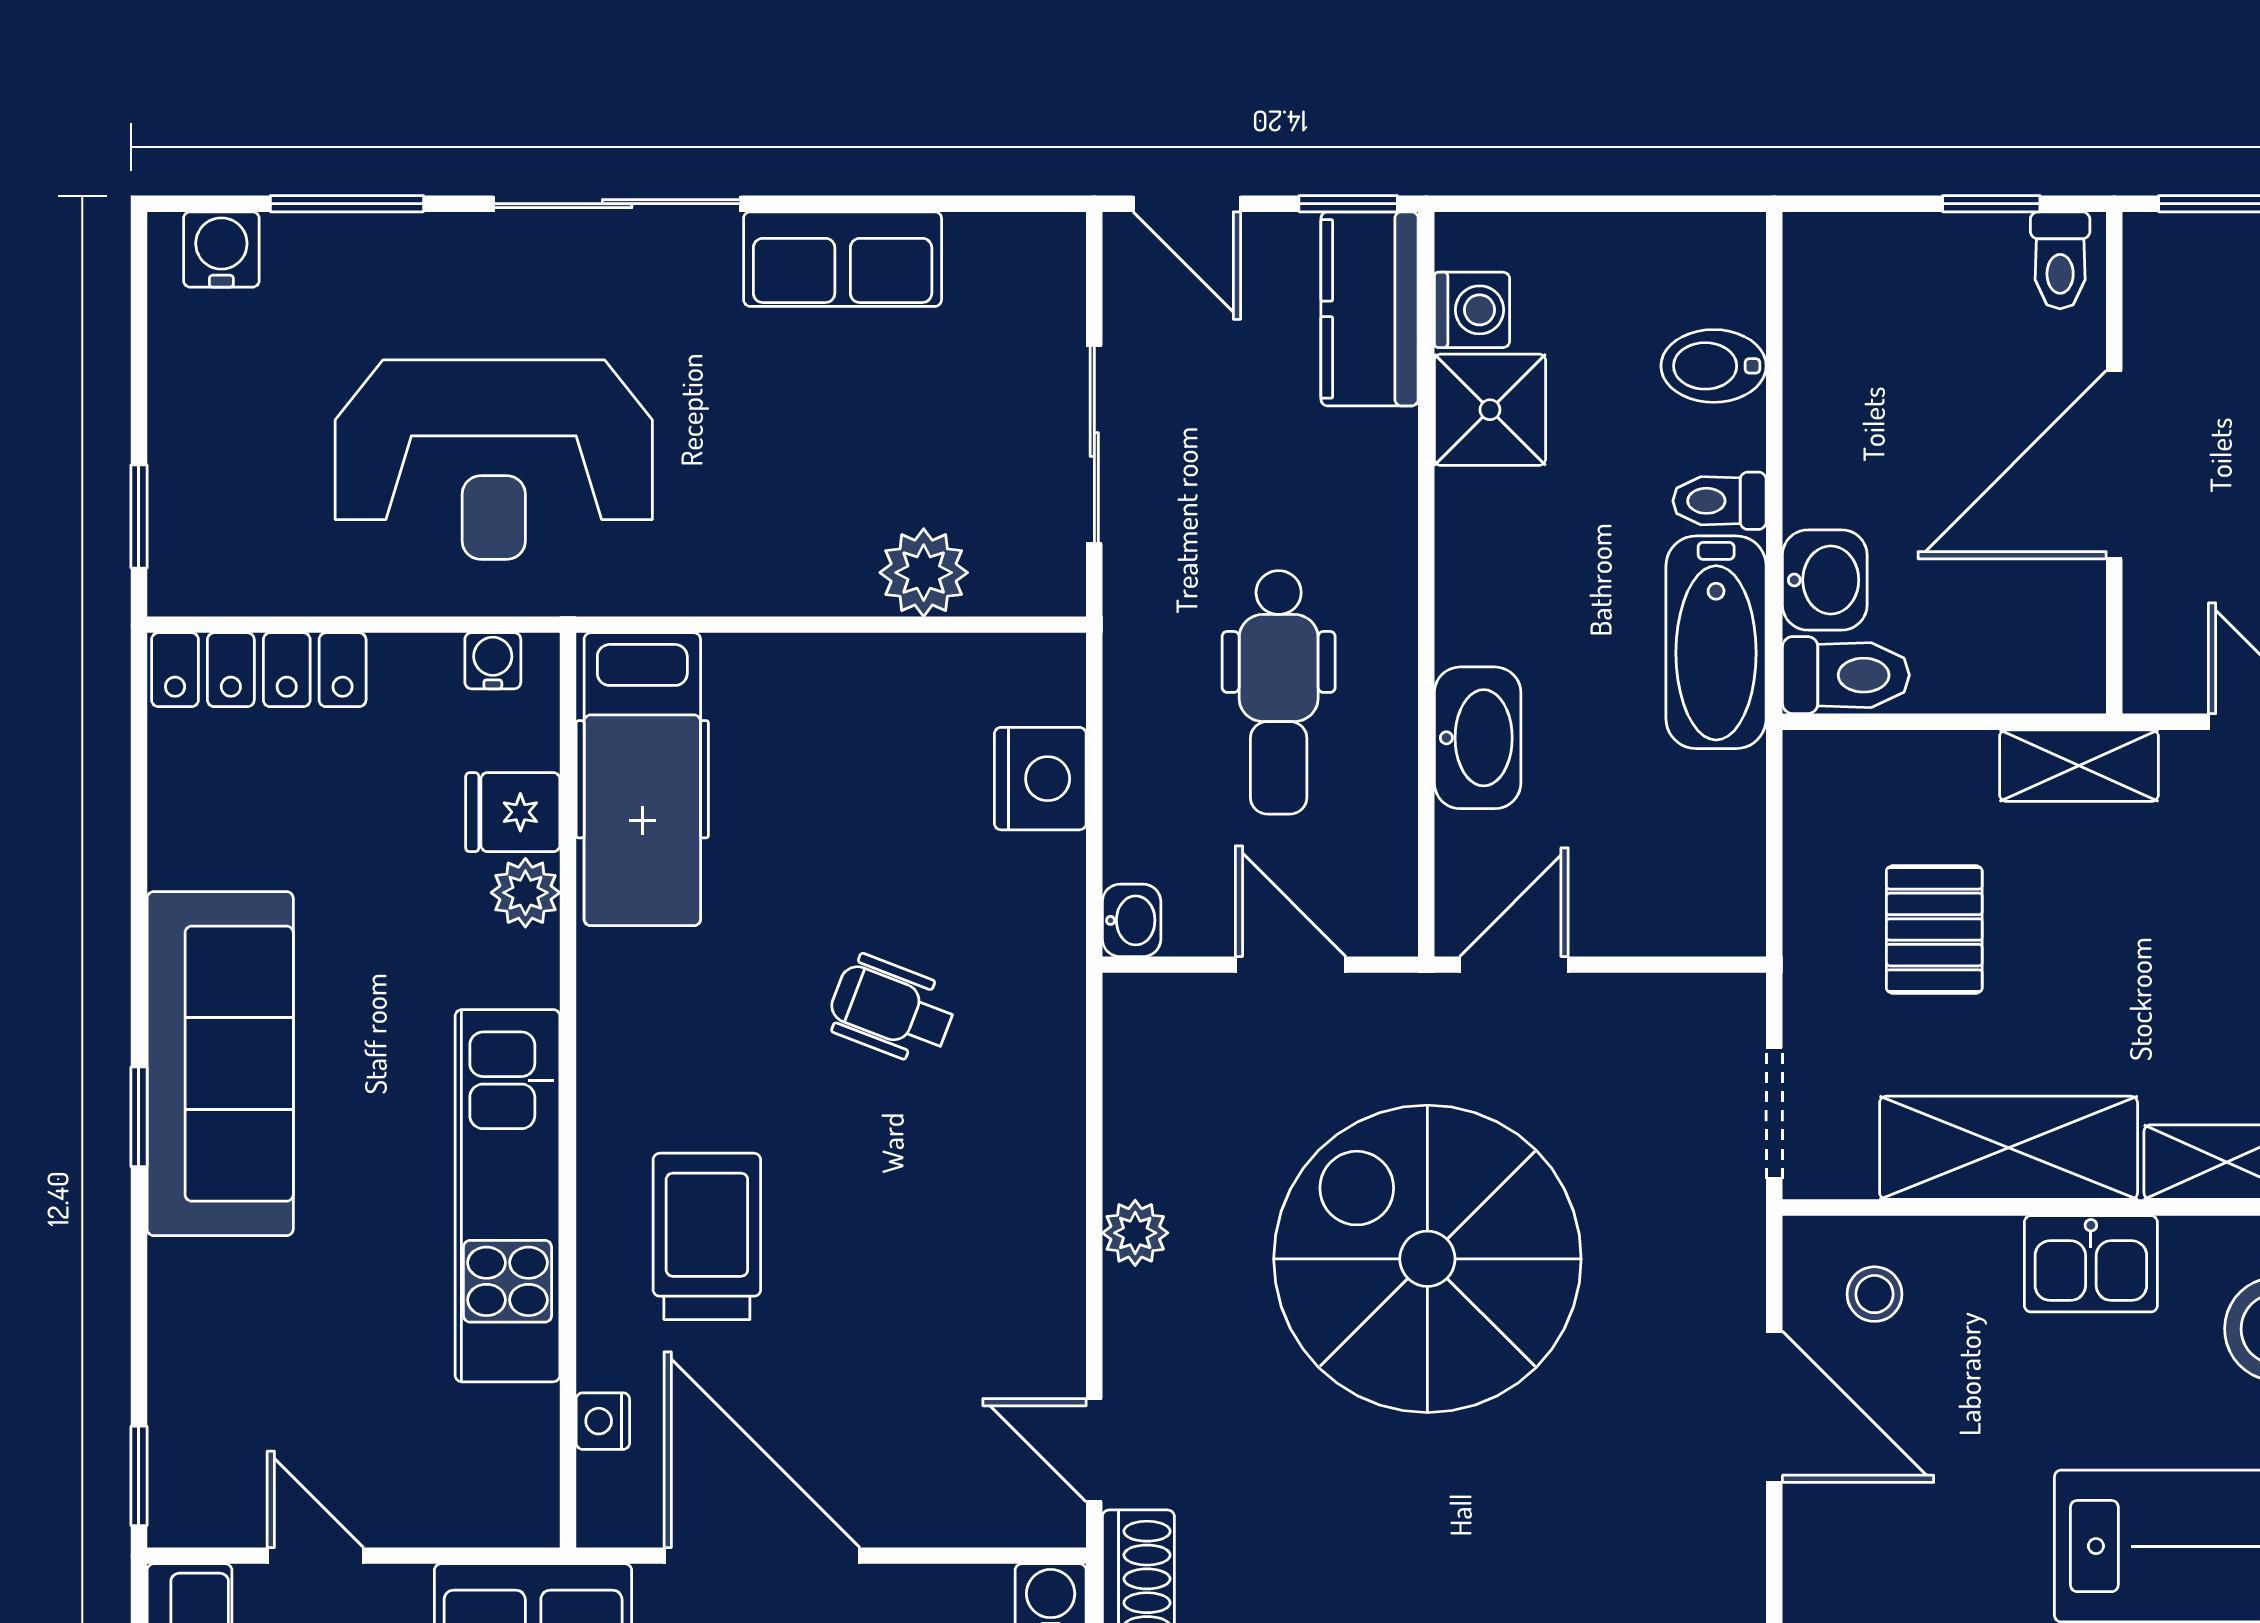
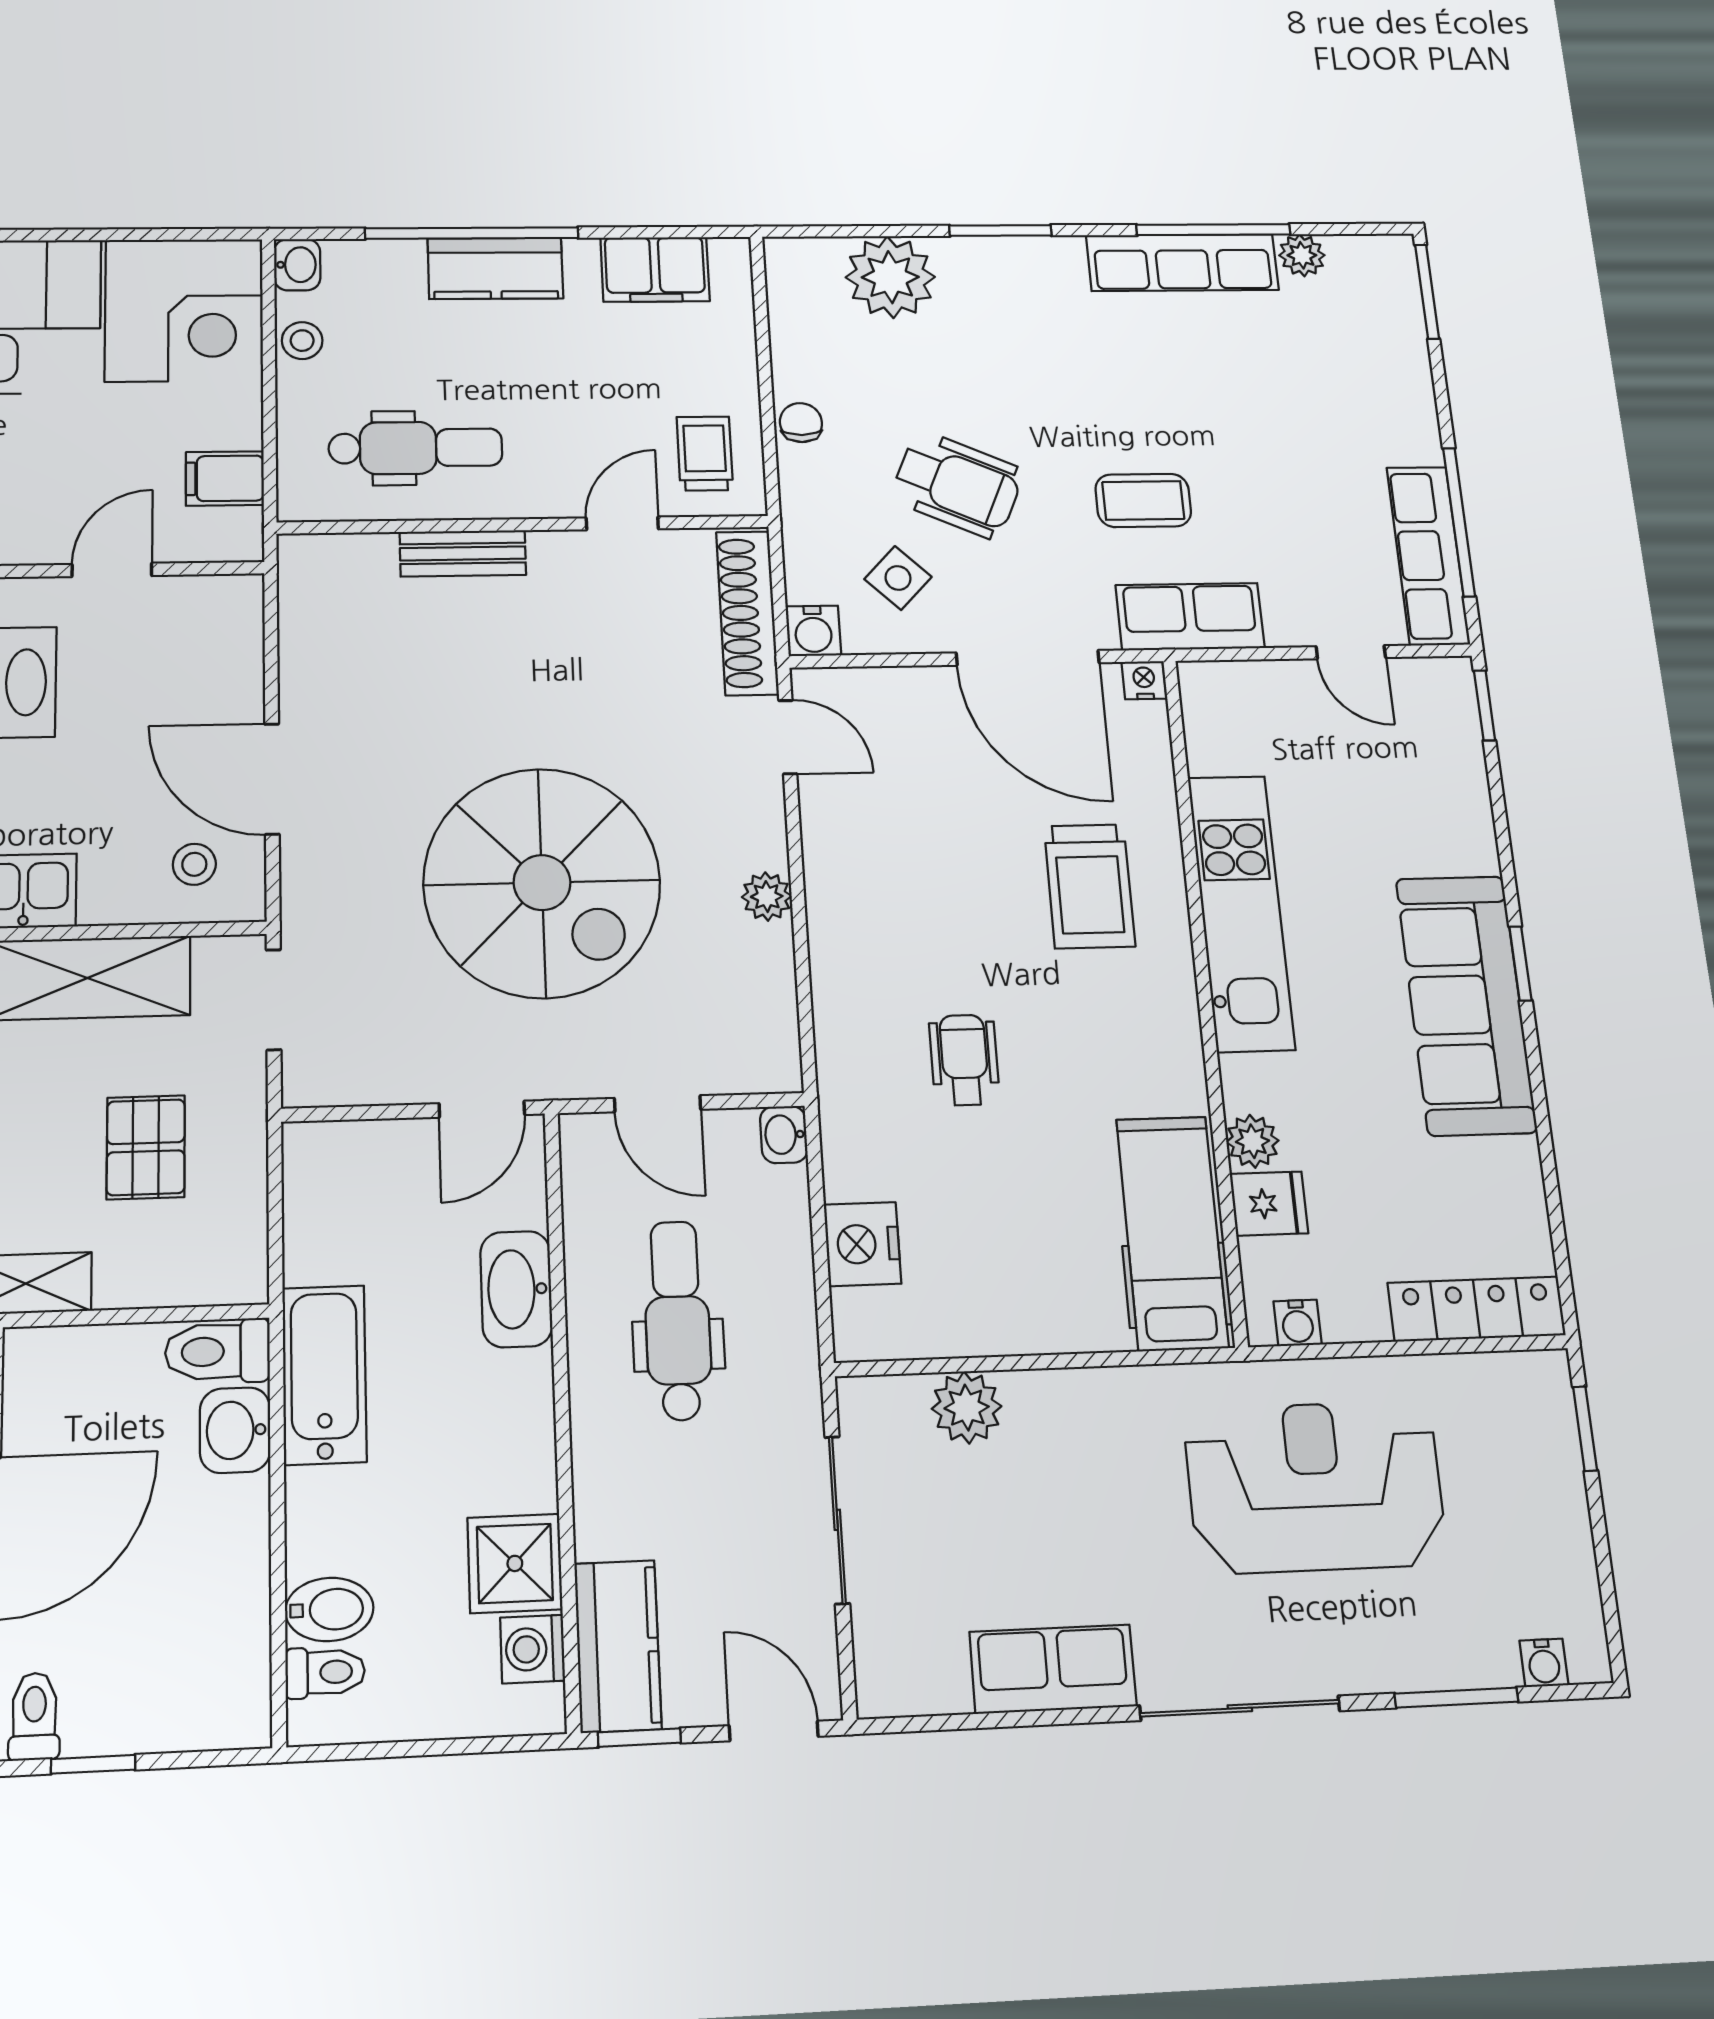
water cooler: (221, 249) -> (1544, 1663), width x0.72, depth x0.72
toilet: (1719, 501) -> (325, 1672), moved
wheelchair: (892, 1010) -> (964, 1060), turned -111
nightstand: (603, 1421) -> (1144, 680), moved, turned -90

